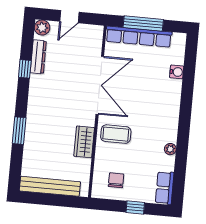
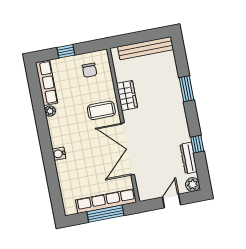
water cooler: (177, 72) -> (59, 154), moved
row of seats: (165, 188) -> (47, 83), width x1.48

